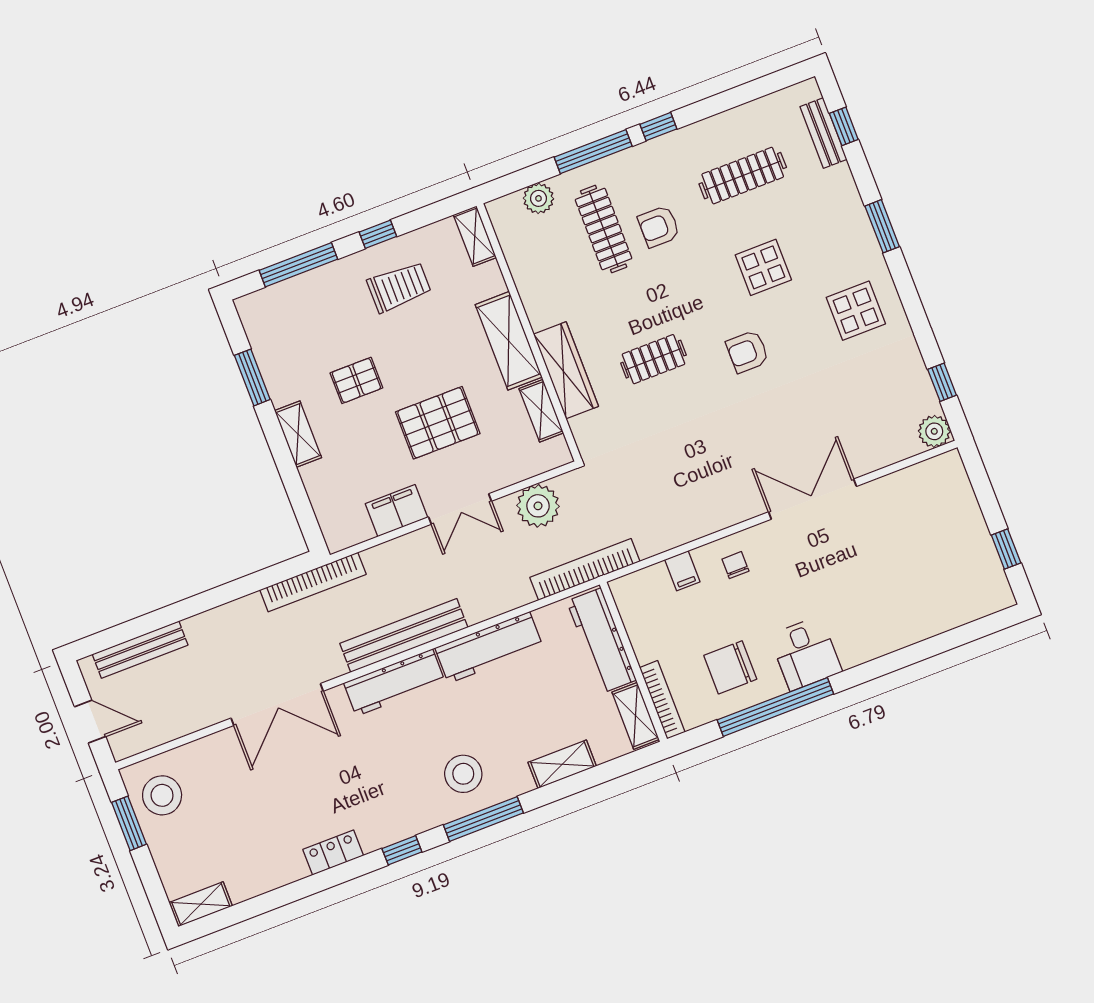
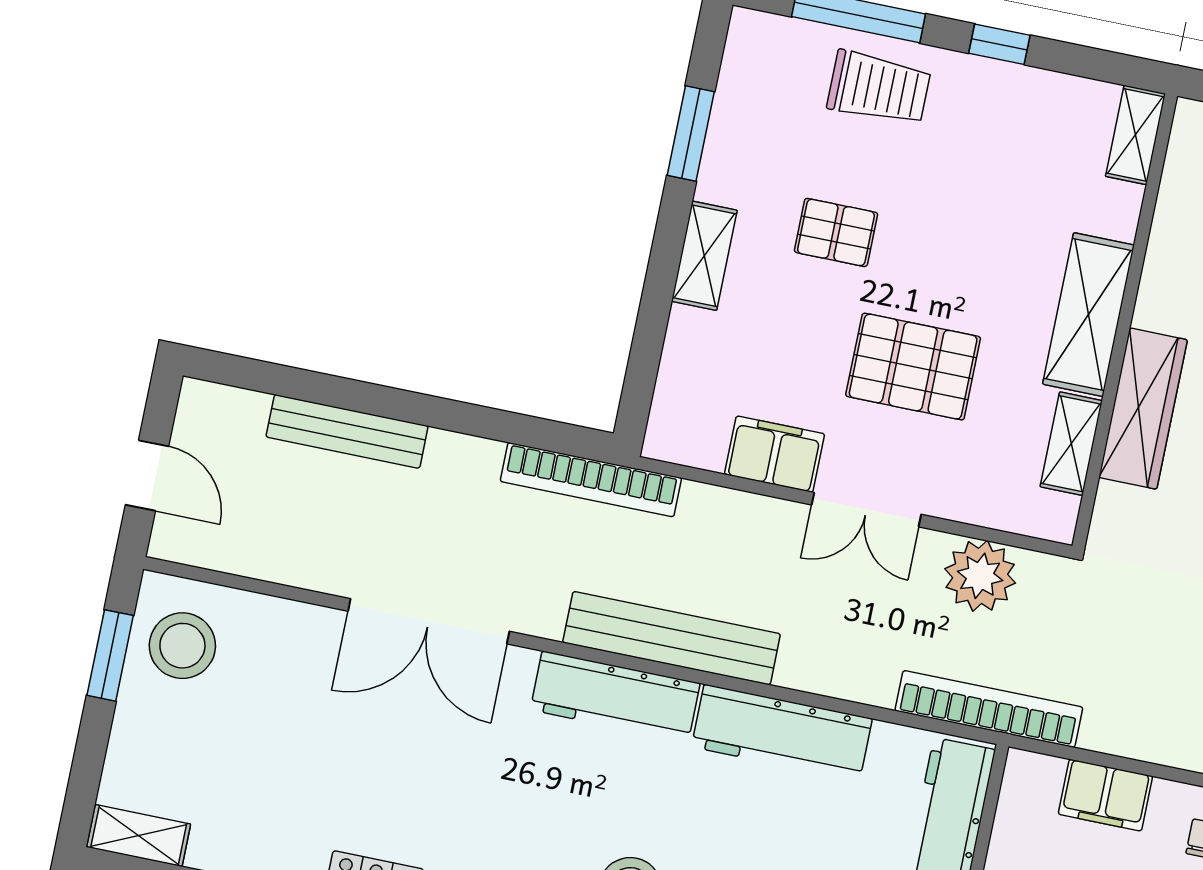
trolley: (399, 287) -> (879, 88), moved
filing cabinet: (682, 571) -> (1105, 795), width x2.00
bench: (140, 650) -> (347, 431), moved

